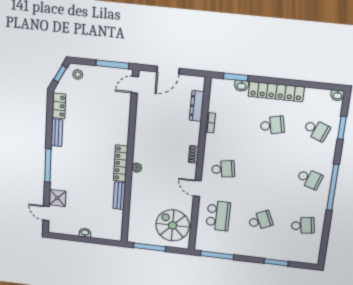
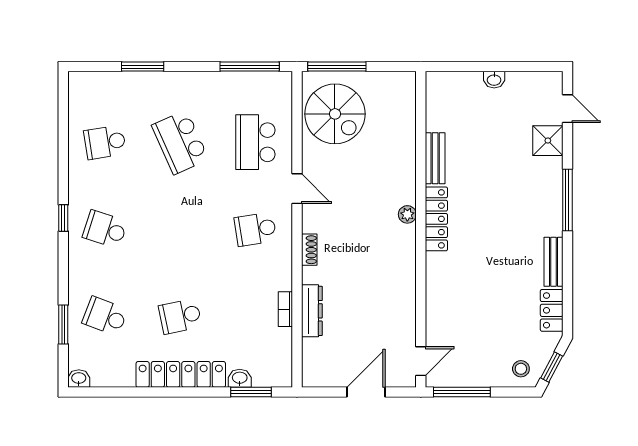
dresser: (197, 106) -> (312, 311), moved
window: (333, 188) -> (63, 218), width x0.32
school desk: (260, 221) -> (180, 142), width x1.85
window: (149, 247) -> (337, 67), moved

